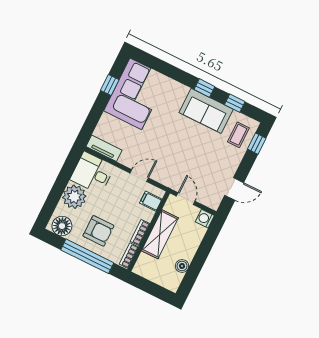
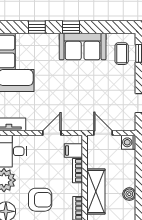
window: (235, 103) -> (37, 27), moved
bookcase: (140, 233) -> (78, 171), moved
shelving: (160, 234) -> (96, 191), moved

